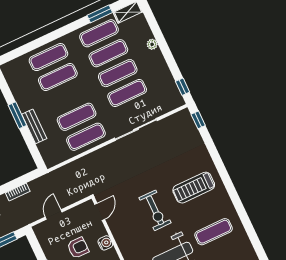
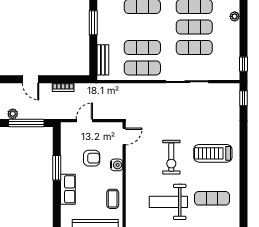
bench: (34, 126) -> (103, 60), moved

